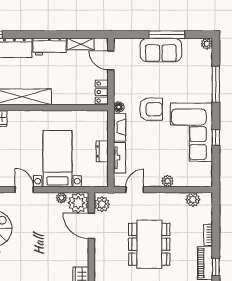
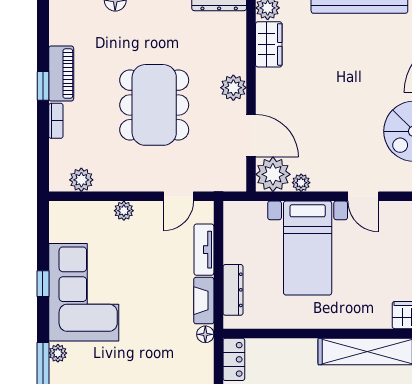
plant: (207, 96) -> (58, 353), added
armchair: (151, 109) -> (151, 331), removed
dresser: (102, 151) -> (233, 290), moved, width x1.44
plant: (102, 204) -> (233, 88), moved
window: (216, 267) -> (43, 86), moved

